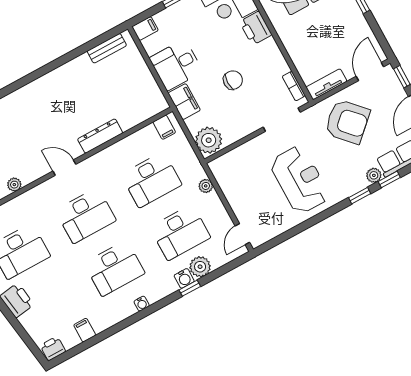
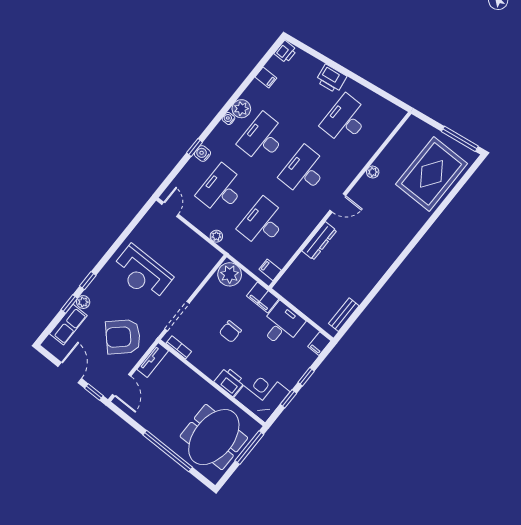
plant: (200, 267) -> (241, 109), moved

